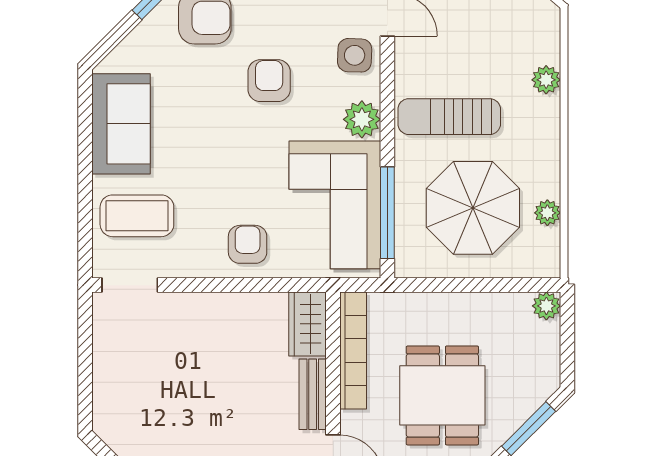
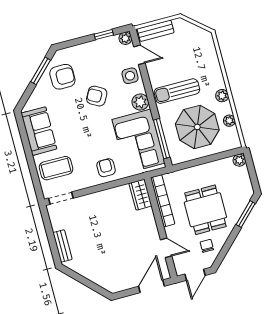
plant: (546, 80) -> (222, 96), moved
armchair: (269, 81) -> (97, 96), turned -61
bench: (313, 394) -> (62, 246), moved

